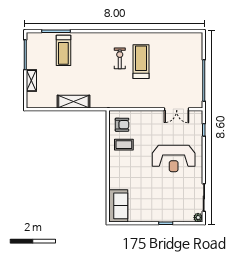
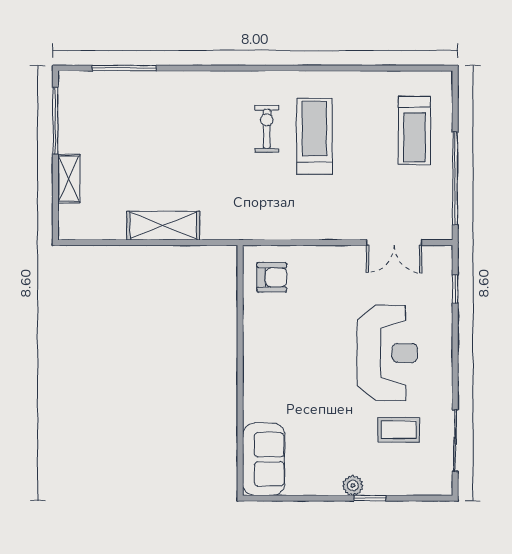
treadmill: (63, 50) -> (414, 131), moved
coffee table: (124, 145) -> (399, 430), moved
reception desk: (174, 158) -> (387, 353), turned -90
plant: (198, 218) -> (353, 485), moved

